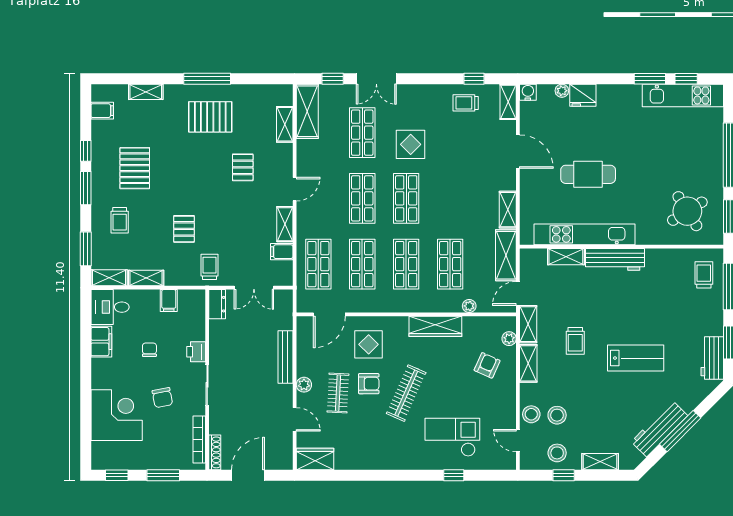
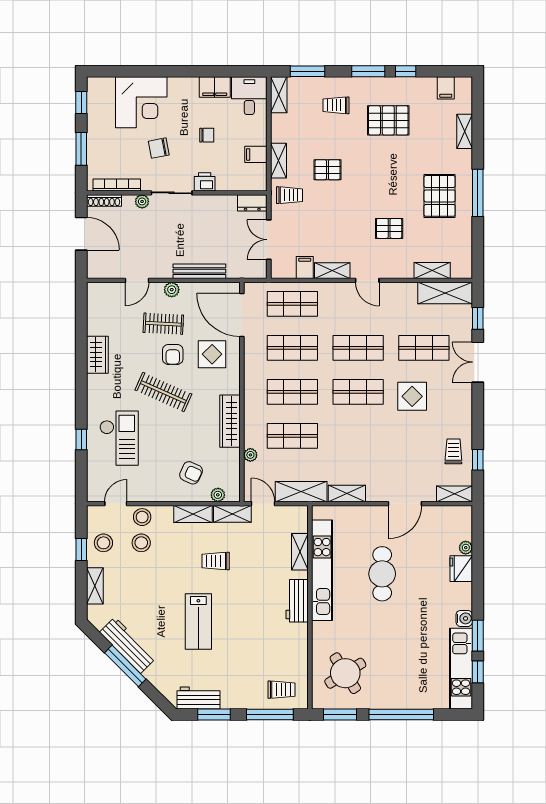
water cooler: (528, 92) -> (464, 618), moved
workbench: (615, 259) -> (297, 601), width x0.73
shelving: (146, 278) -> (278, 161), moved
door: (329, 314) -> (242, 315), width x1.36
plant: (216, 414) -> (142, 201), added
wardrobe: (315, 459) -> (97, 355), moved

